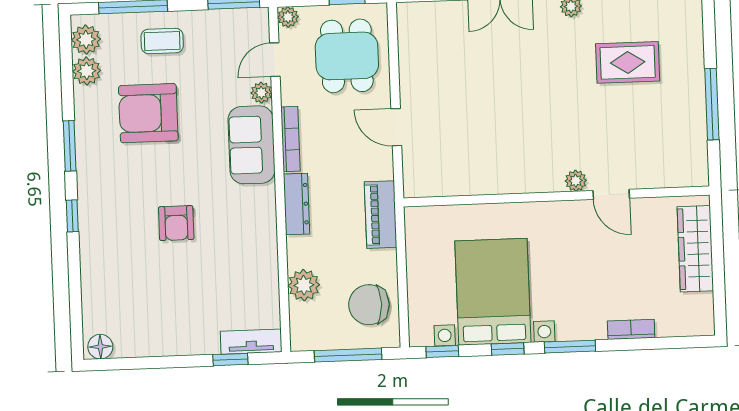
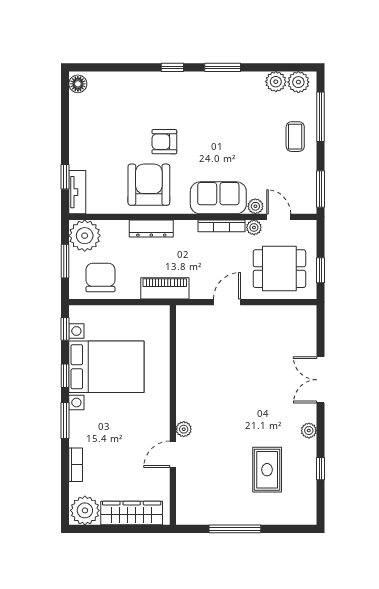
plant: (288, 17) -> (254, 227), moved
armchair: (148, 113) -> (149, 185), moved
dresser: (297, 204) -> (151, 228), moved
plant: (304, 285) -> (85, 236), moved, width x1.36, depth x1.36
plant: (694, 314) -> (85, 510), added
window: (348, 355) -> (65, 261), width x0.69

